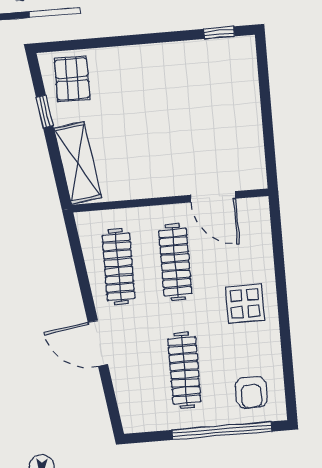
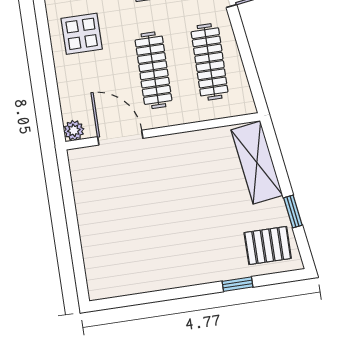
window: (219, 33) -> (237, 284), moved
pallet: (72, 79) -> (268, 246), turned 90
plant: (259, 207) -> (74, 130), added

